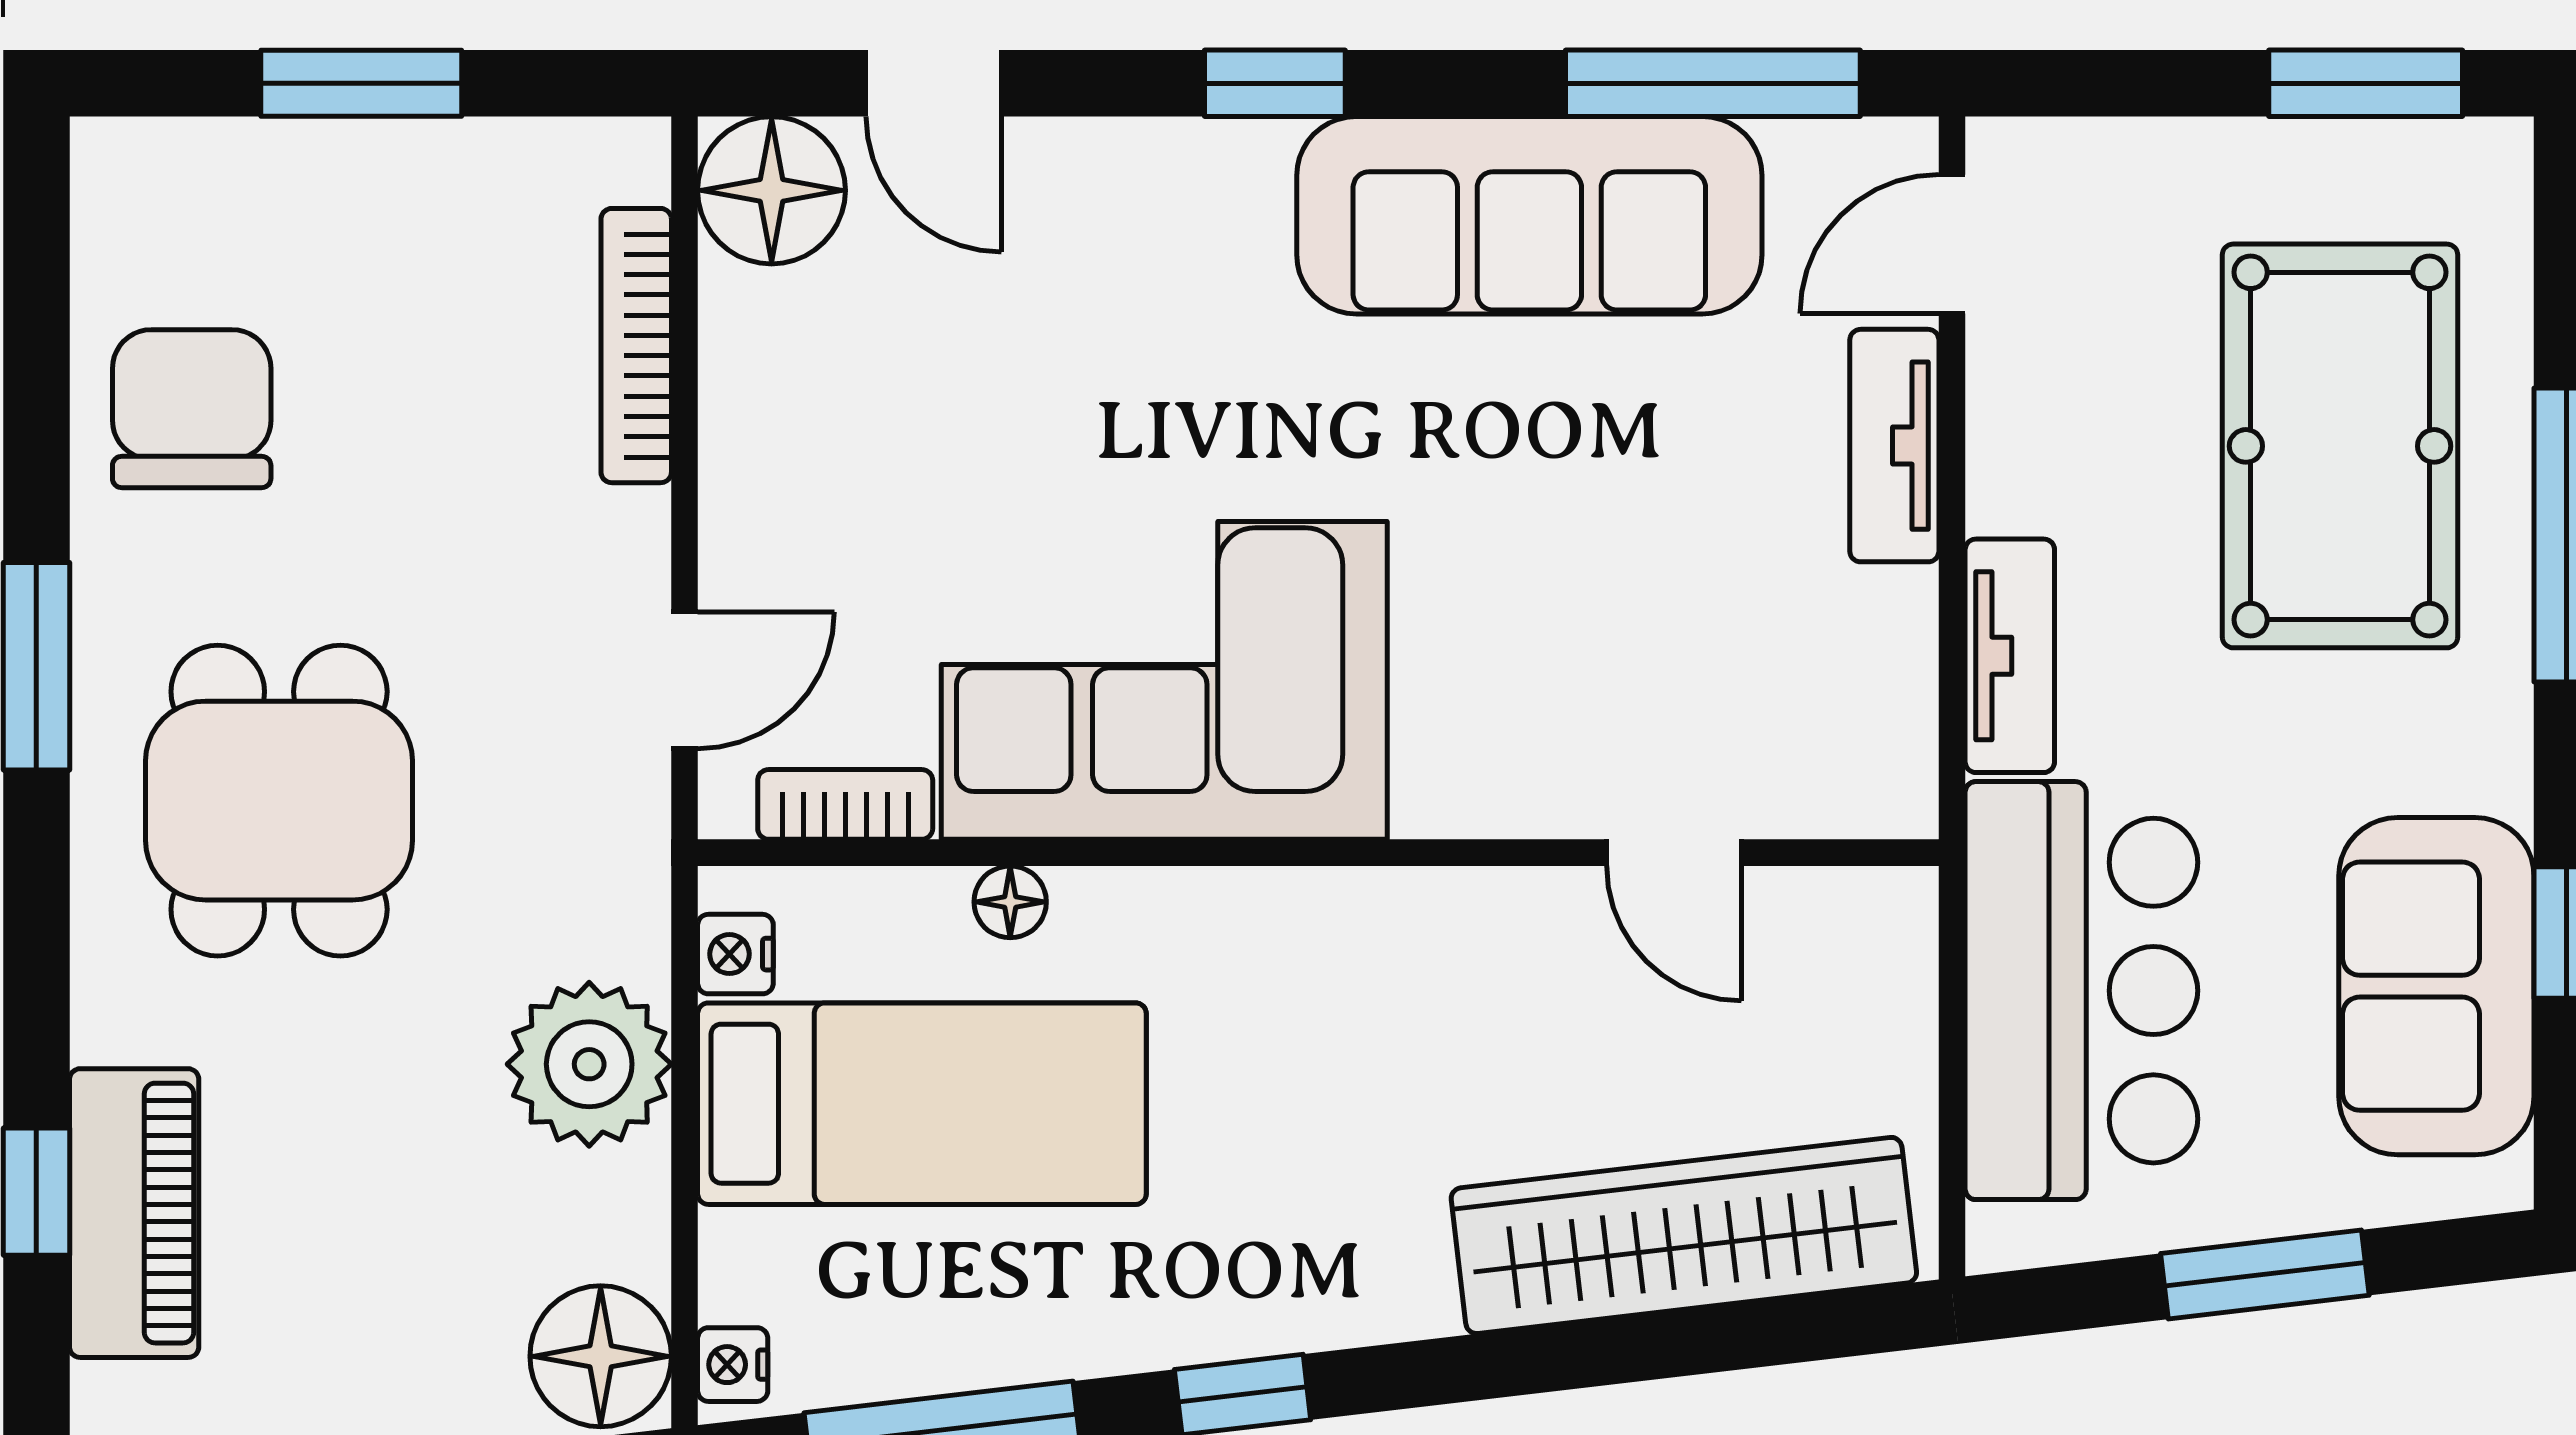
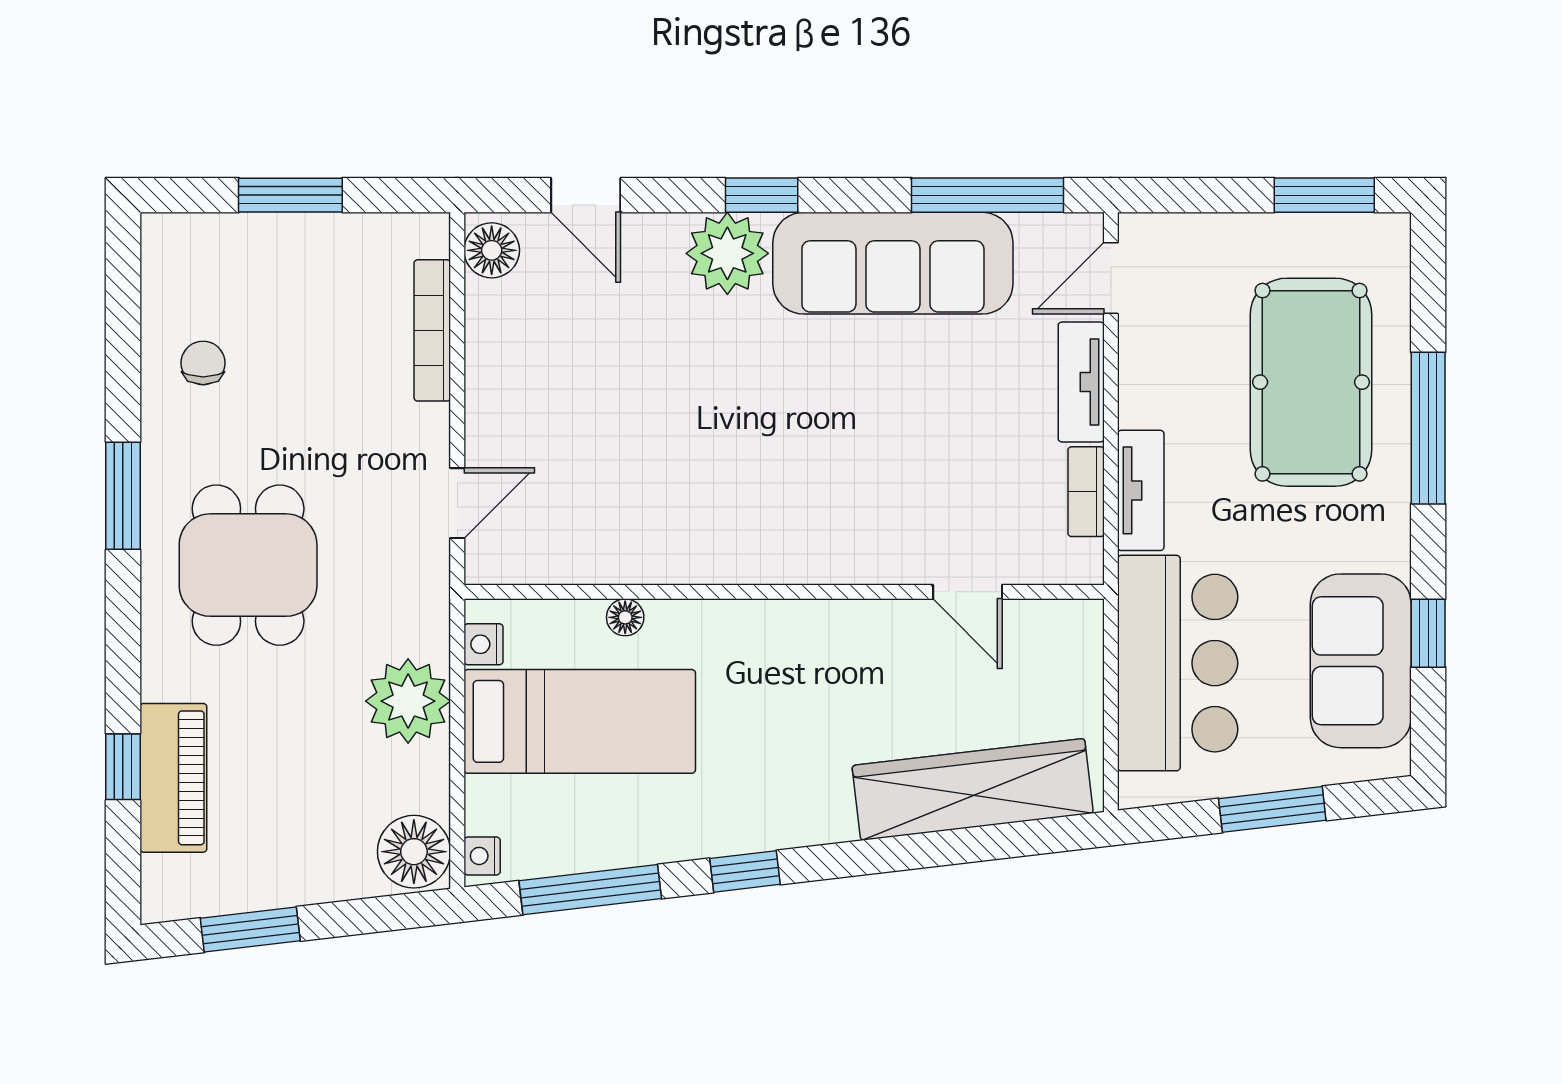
floor lamp: (772, 190) -> (492, 250), width x0.73, depth x0.73
plant: (1208, 196) -> (727, 253), added
chair: (192, 409) -> (203, 363), width x0.54, depth x0.54
corner sofa: (1164, 680) -> (705, 503), removed
bookcase: (845, 804) -> (1086, 492), moved, turned -90

